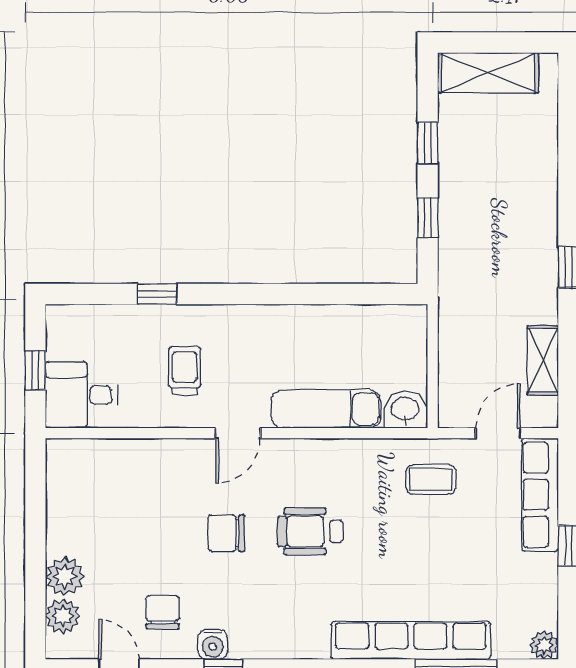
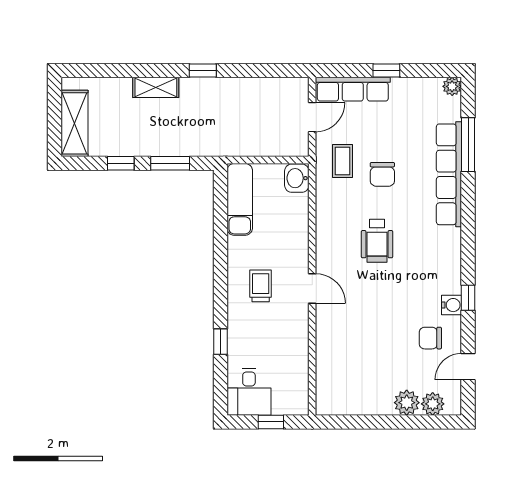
window: (428, 218) -> (170, 163), width x1.50
shelving: (543, 360) -> (156, 87), moved
trolley: (185, 371) -> (261, 286), moved, turned 90
desk: (81, 395) -> (249, 392), moved
exam couch: (326, 409) -> (240, 199), moved, turned 180
door: (498, 433) -> (312, 117), swing flipped
chair: (226, 533) -> (382, 174), moved

